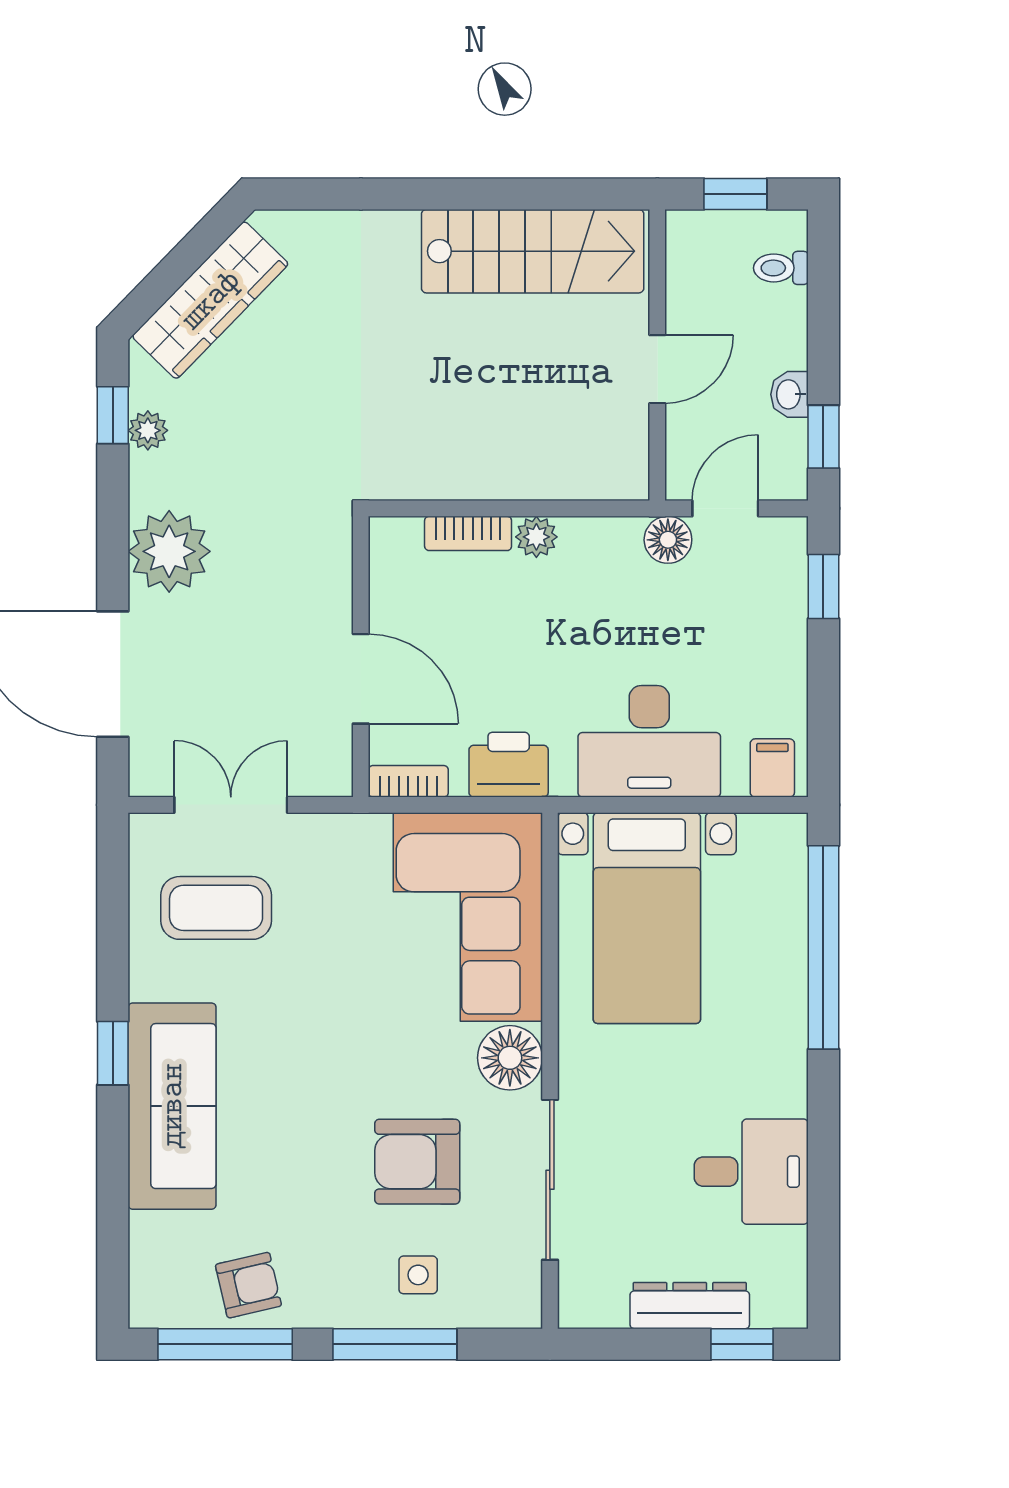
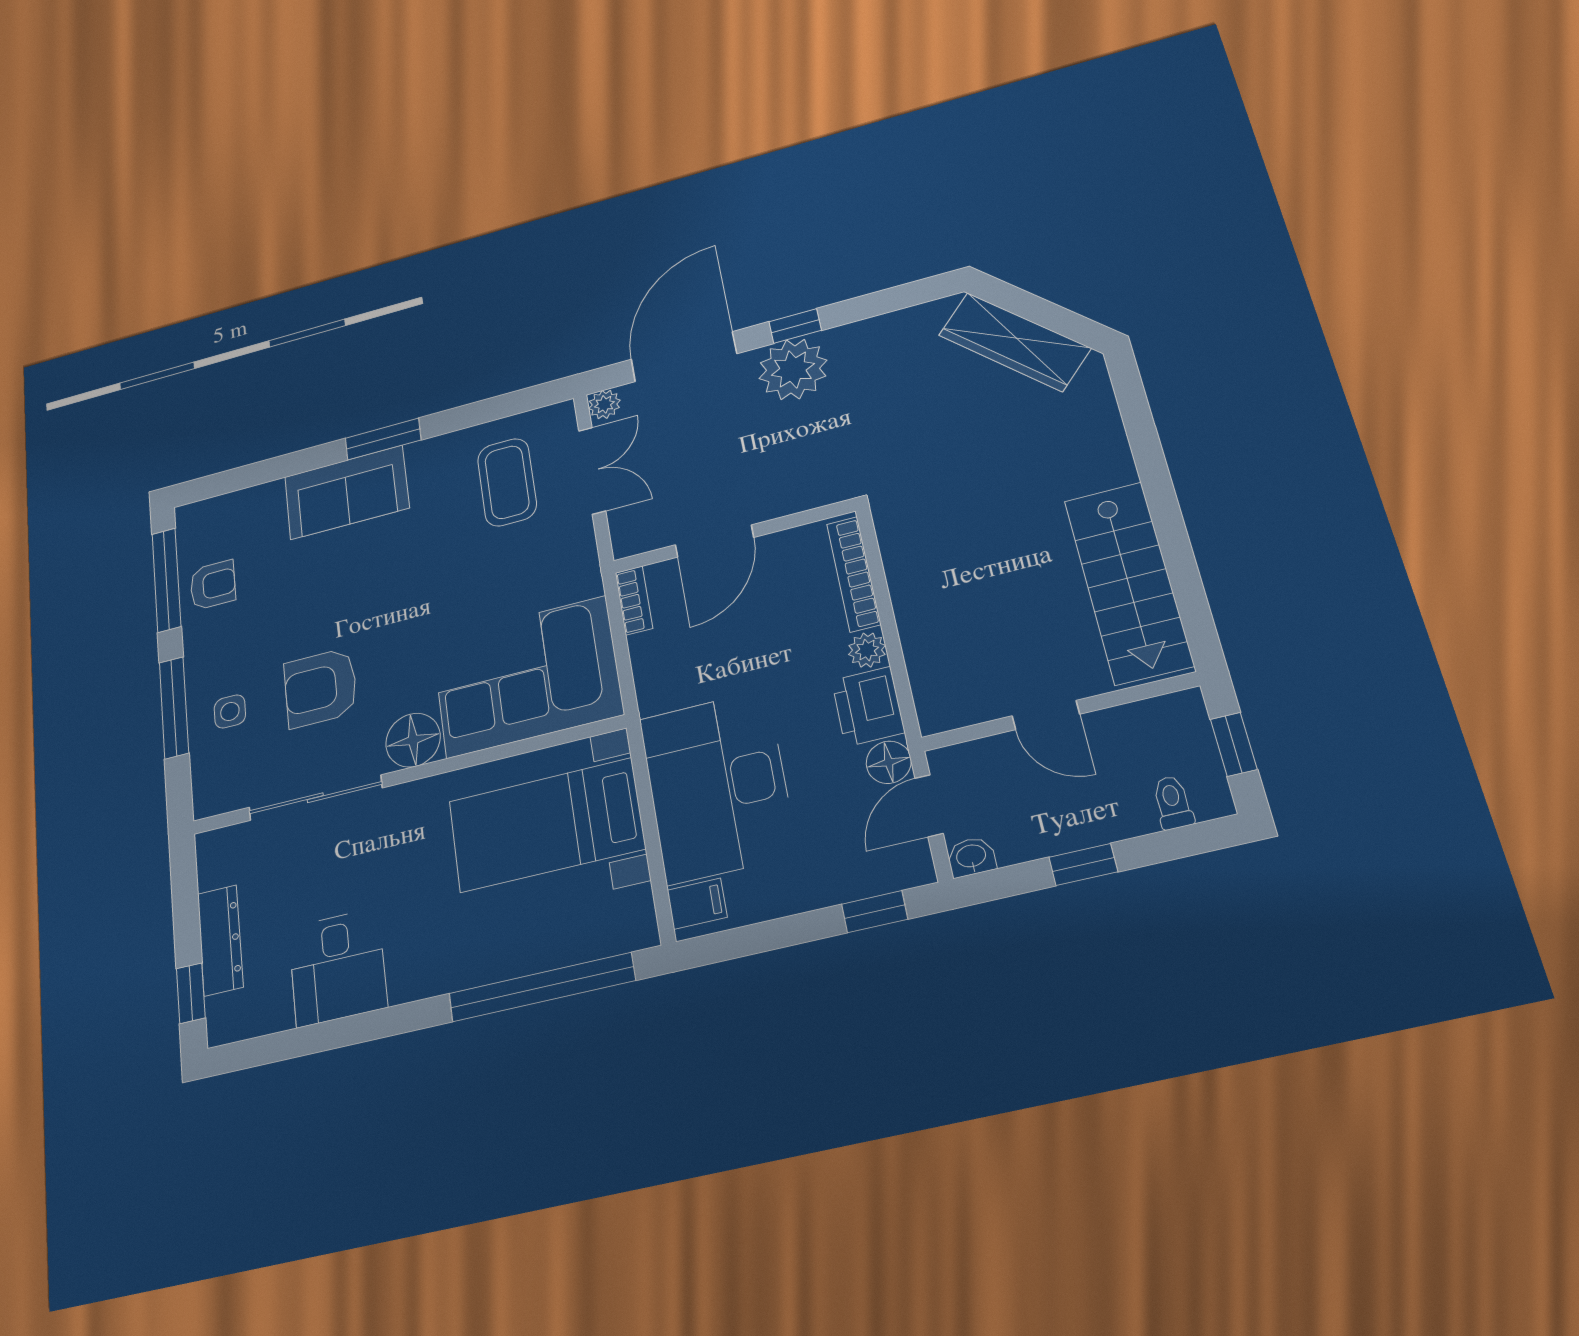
washbasin: (789, 394) -> (971, 857), moved
window: (113, 415) -> (795, 326), moved
plant: (148, 430) -> (604, 404), moved
window: (823, 437) -> (1083, 864), moved
door: (725, 508) -> (929, 806), swing flipped
bookcase: (468, 533) -> (854, 574), width x1.56
desk: (649, 741) -> (717, 786), width x1.36, depth x1.30
printer: (509, 765) -> (868, 706), moved, turned 180
window: (113, 1053) -> (383, 439), width x1.50
sofa: (172, 1106) -> (347, 492), width x0.73
armchair: (417, 1162) -> (320, 688), turned -90
armchair: (248, 1285) -> (213, 585), turned -77

